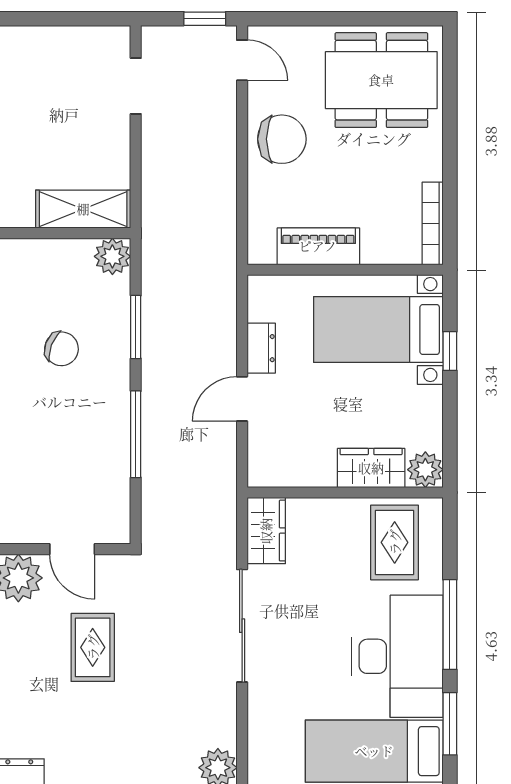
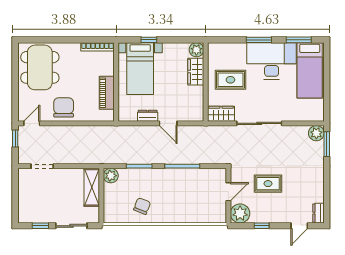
chair: (61, 349) -> (142, 206), moved
rug: (395, 542) -> (230, 80), moved
window: (450, 625) -> (259, 40), width x0.69

